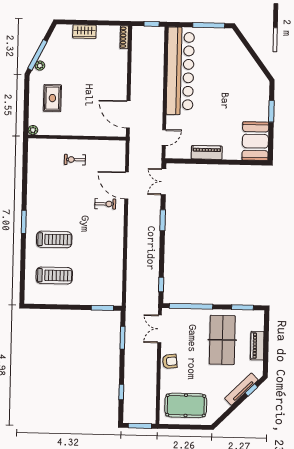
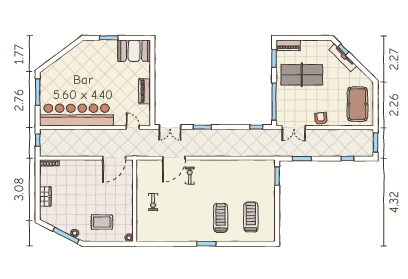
piano: (257, 346) -> (288, 45), moved

